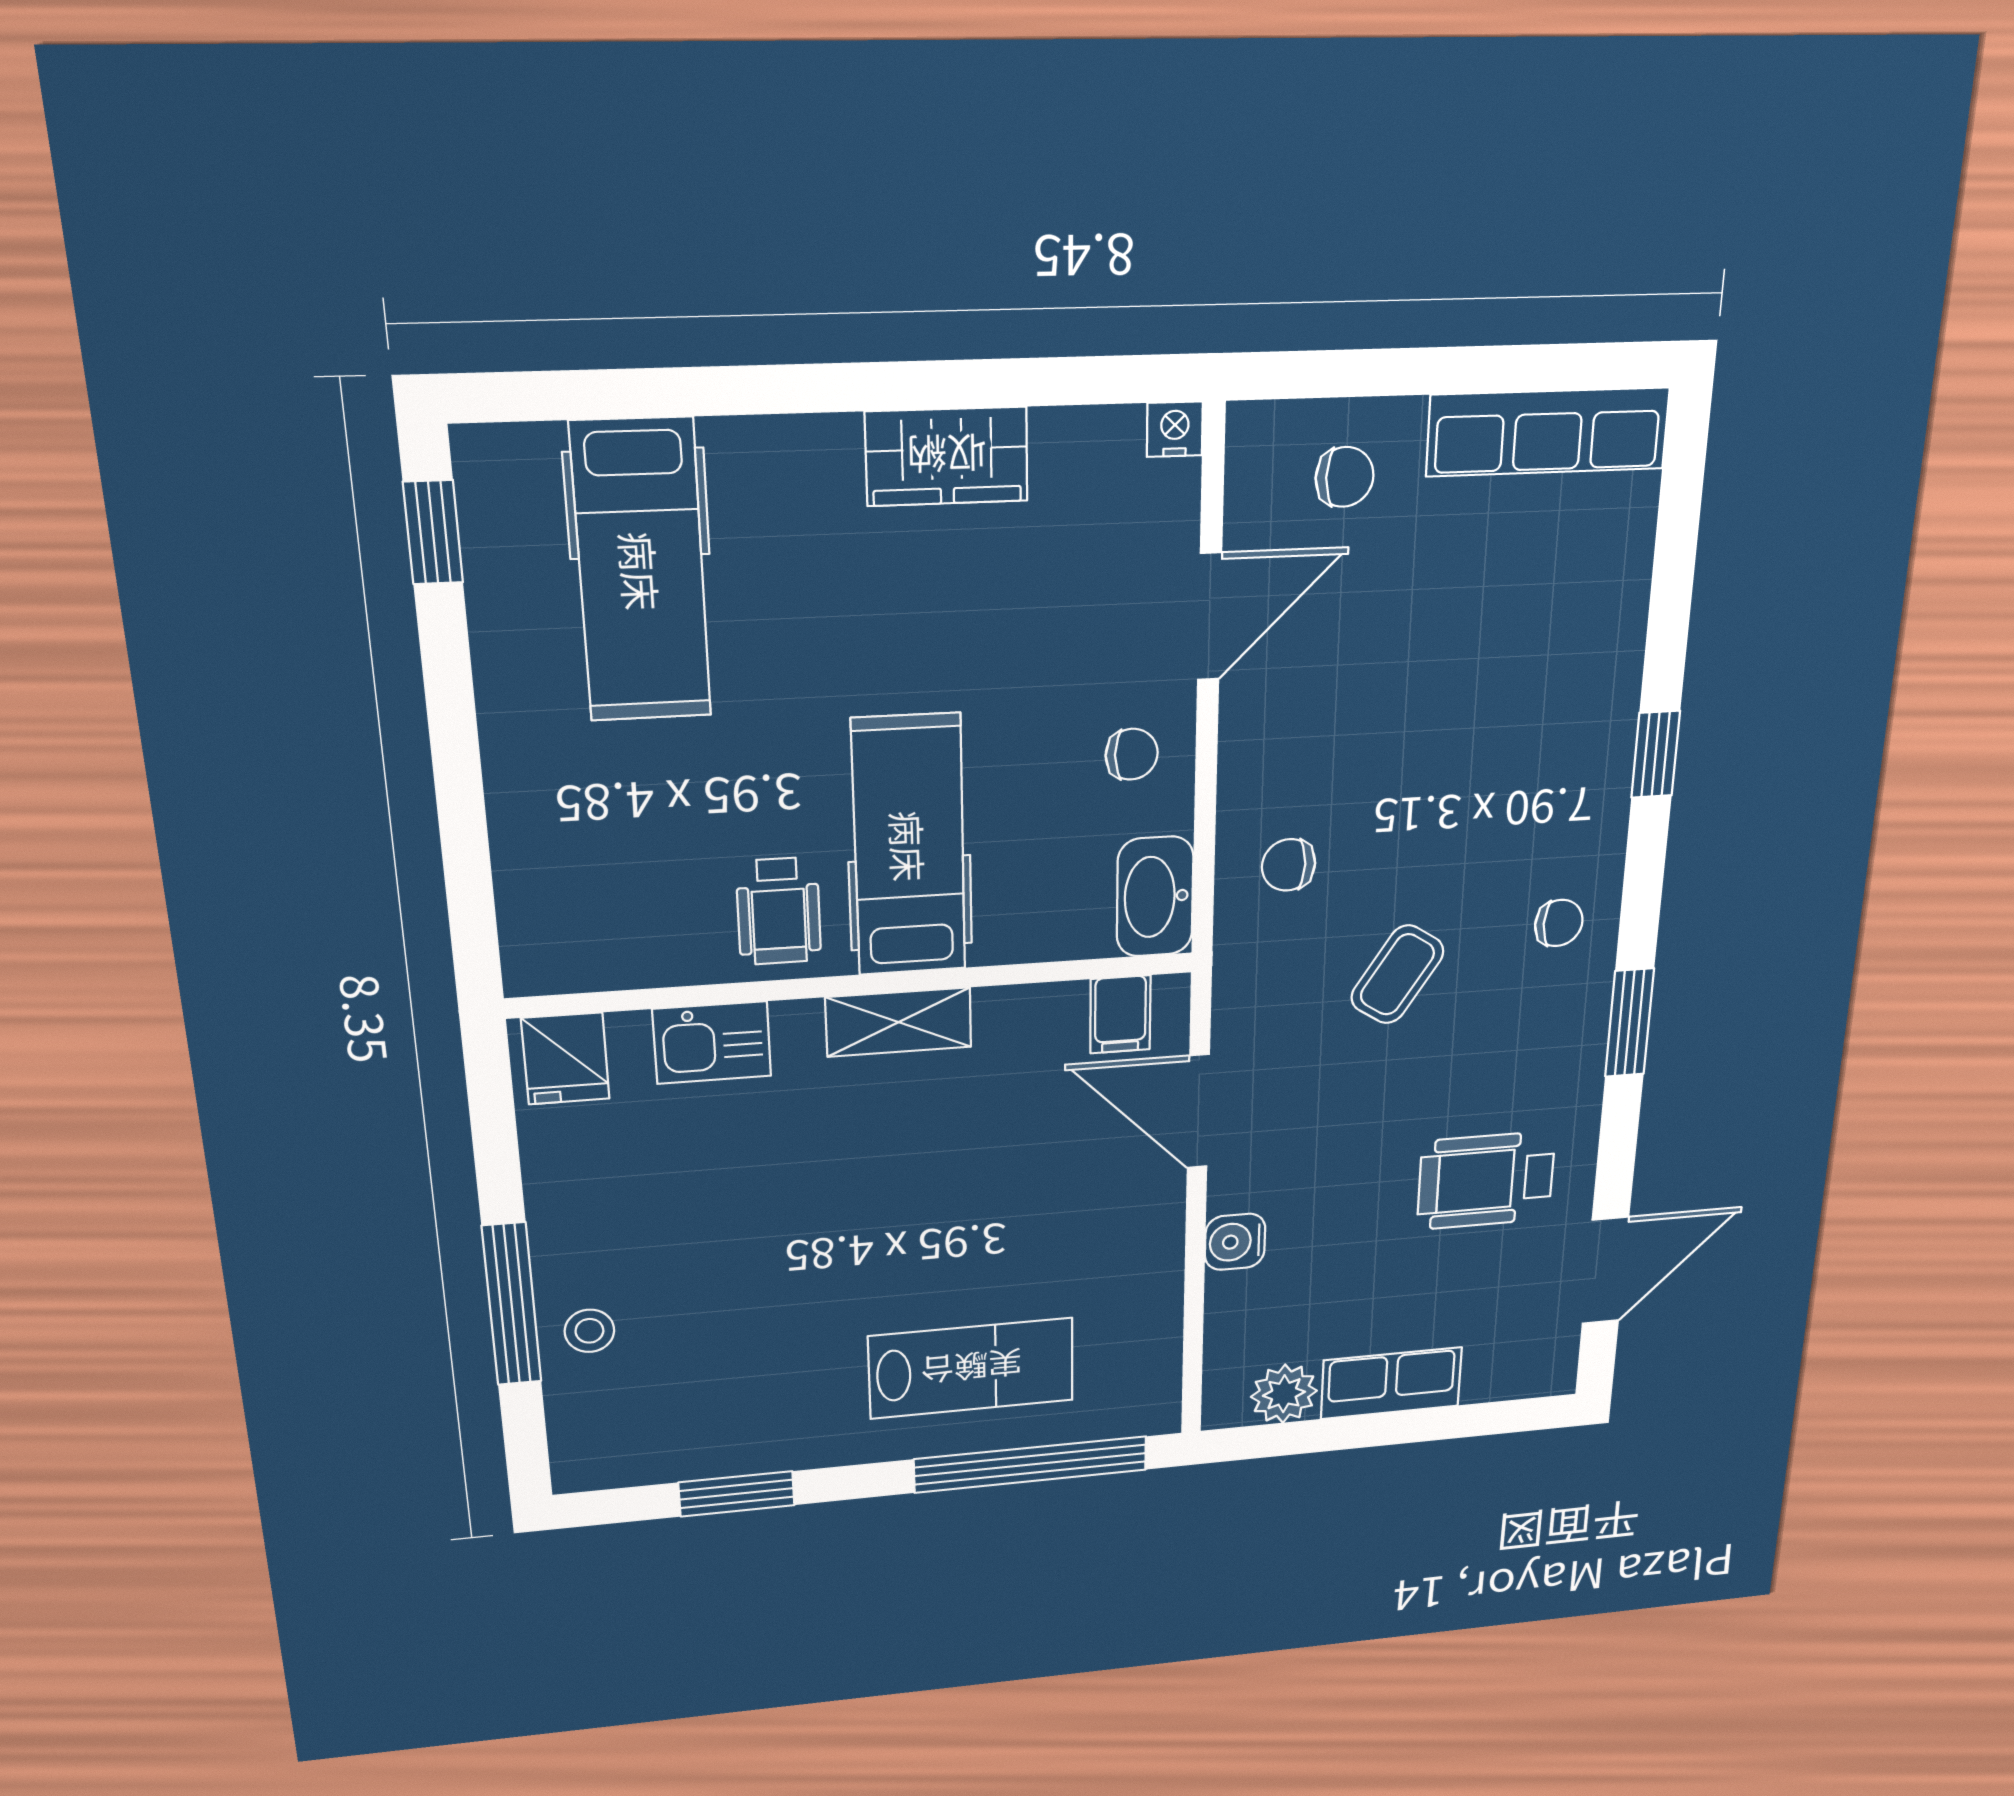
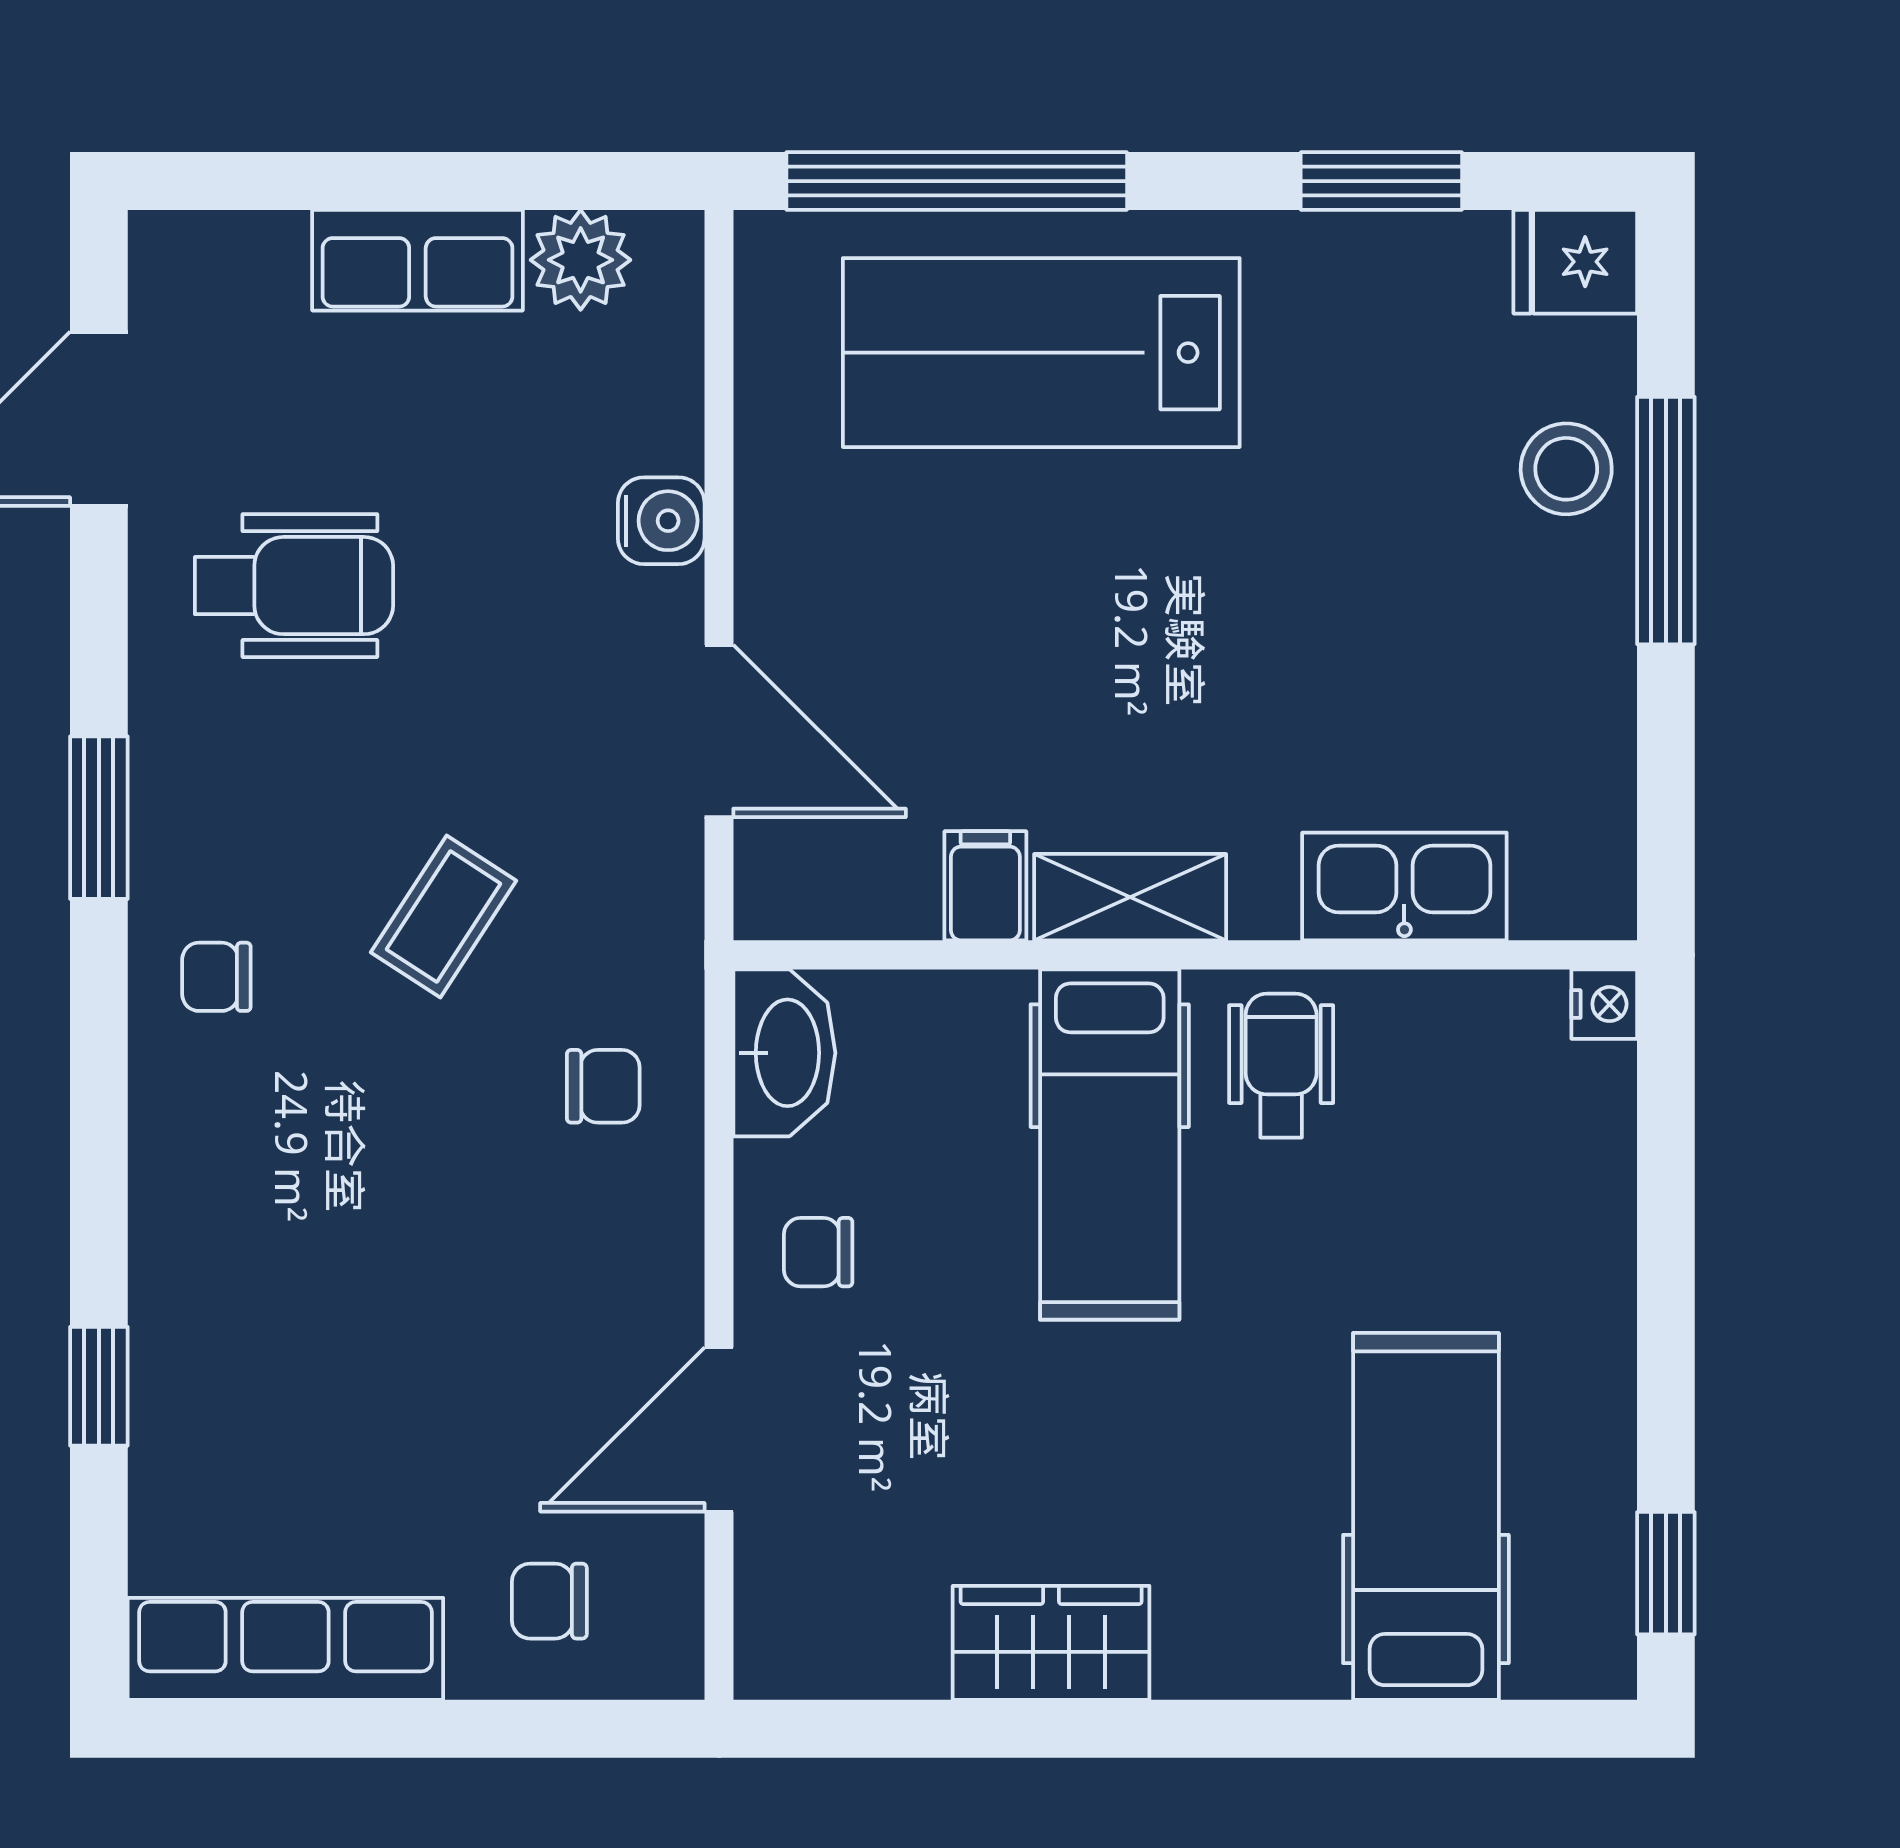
nightstand: (1175, 429) -> (1604, 1004), moved, turned -90
window: (1656, 754) -> (99, 1386), moved
filing cabinet: (1120, 1014) -> (985, 886), moved
kitchen sink: (712, 1043) -> (1404, 887), width x1.38
fridge: (565, 1059) -> (1575, 262), moved, turned -90
stool: (589, 1331) -> (1566, 469), width x1.37, depth x1.37
lab bench: (971, 1368) -> (1041, 353), width x1.36, depth x1.39

